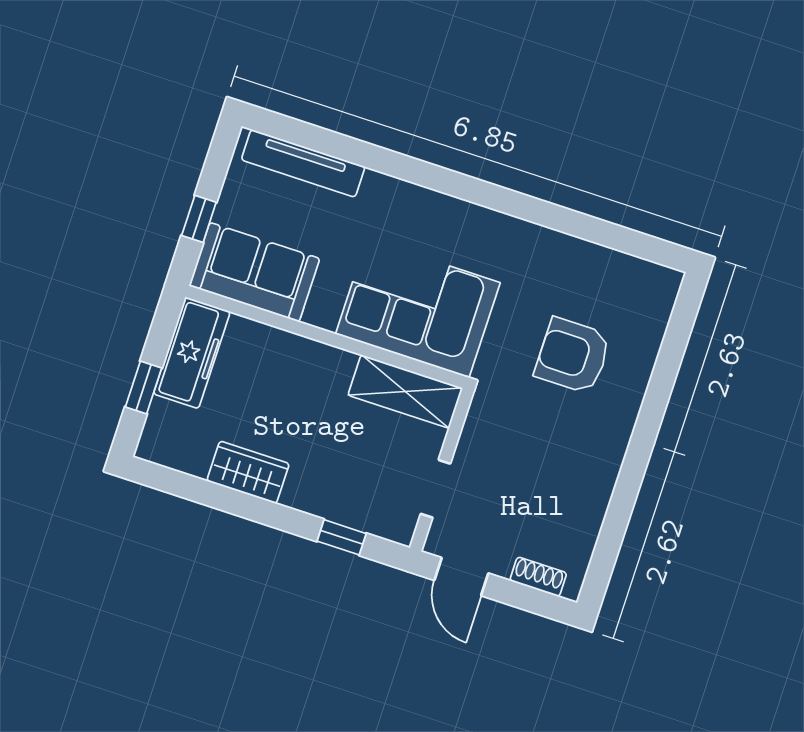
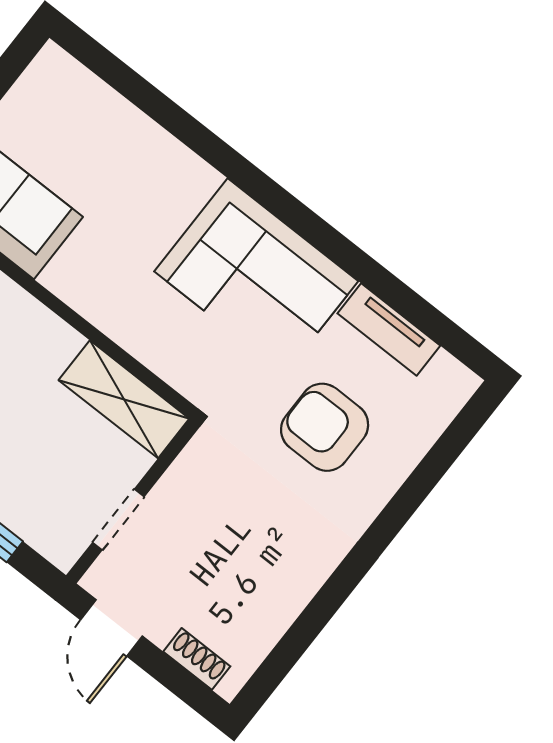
tv unit: (303, 163) -> (389, 330), moved, width x0.71
corner sofa: (418, 308) -> (256, 276), moved, turned 180

